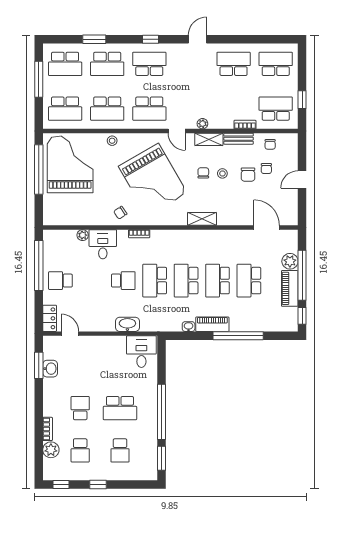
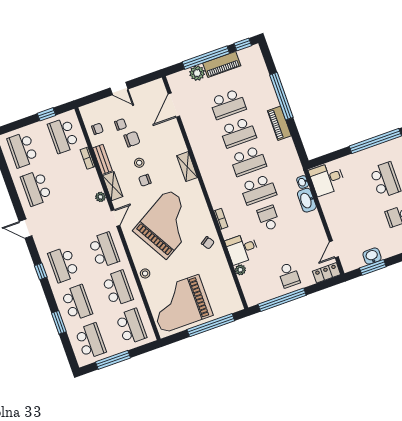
window: (39, 170) -> (211, 325), moved
washbasin: (189, 327) -> (303, 182), moved

